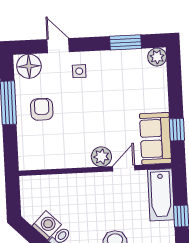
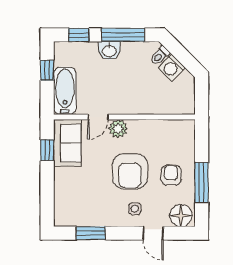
plant: (157, 57) -> (62, 218), removed
armchair: (42, 109) -> (171, 175), turned 180
armchair: (86, 111) -> (130, 171), added

